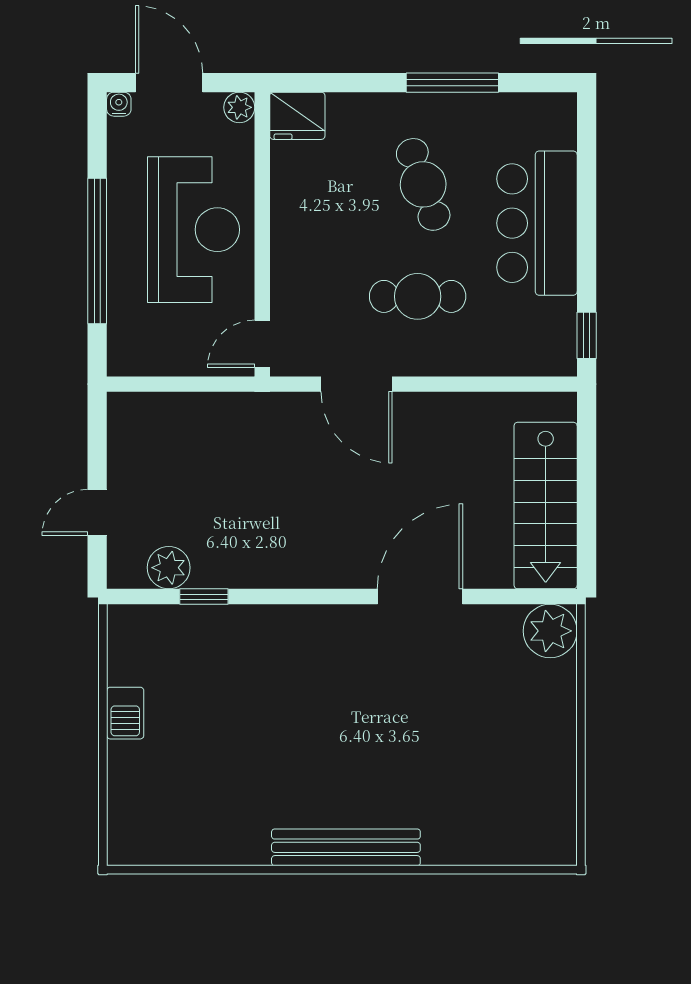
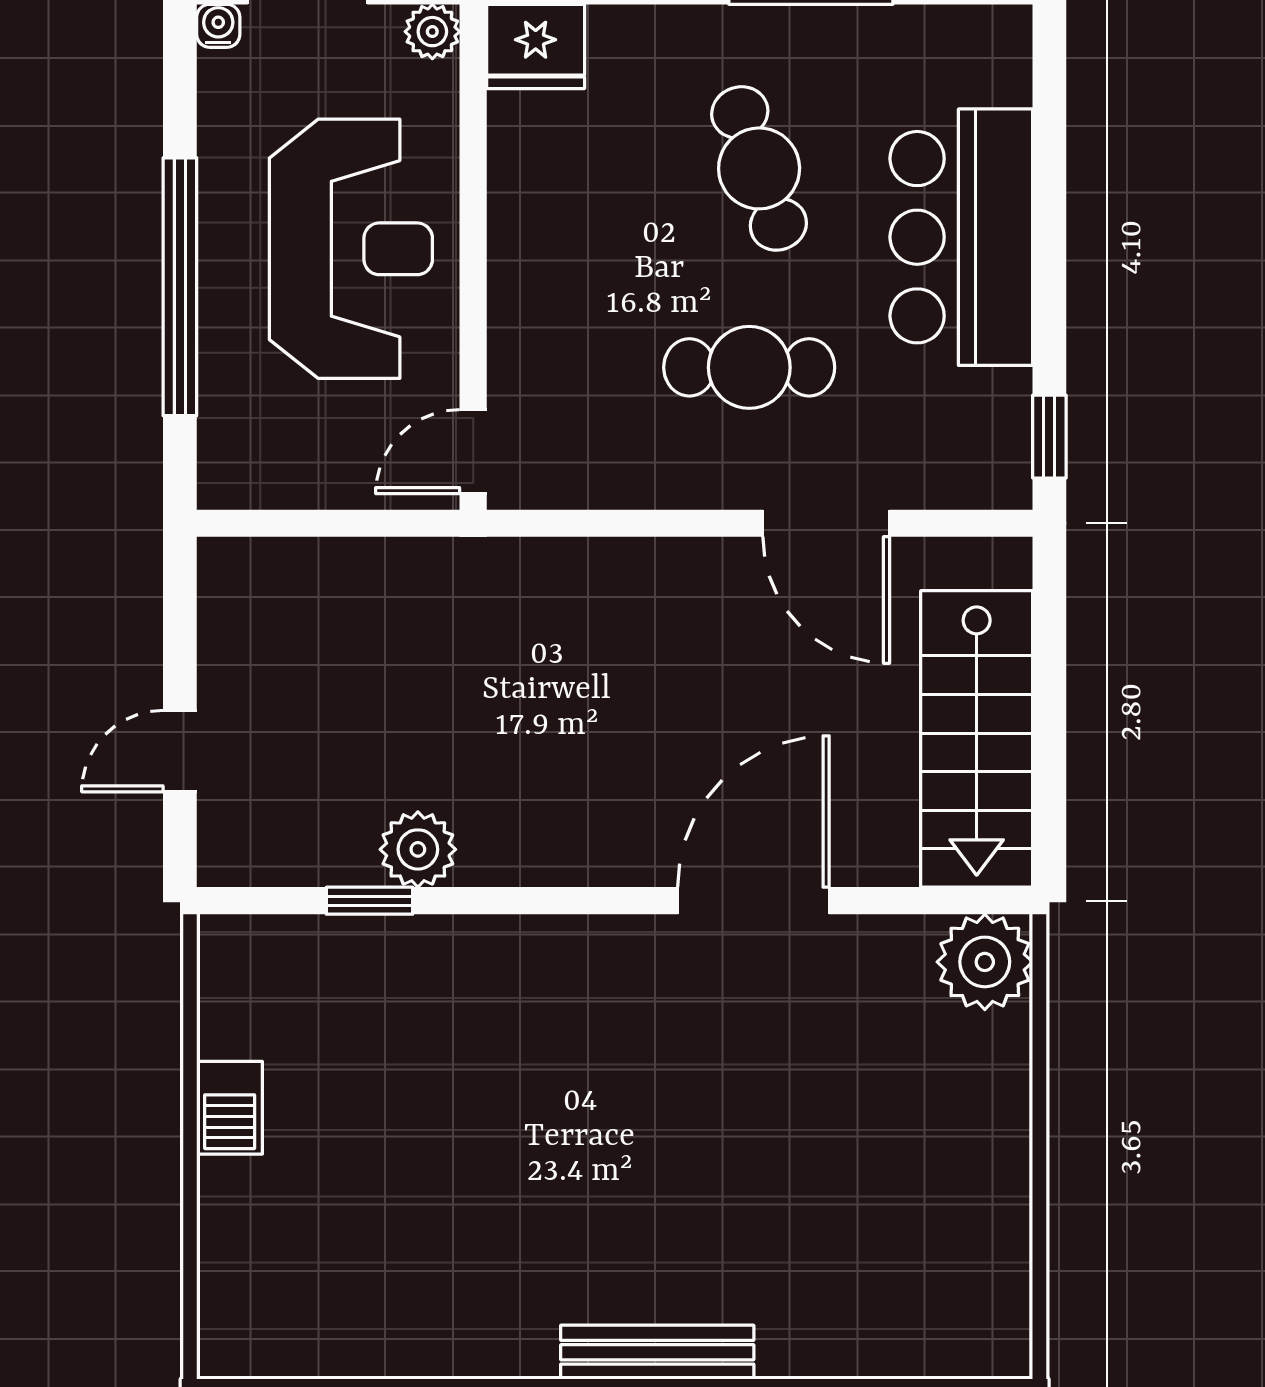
door: (357, 384) -> (826, 523), moved
plant: (169, 568) -> (418, 849), moved
bench: (346, 847) -> (657, 1352), width x0.73, depth x0.82

